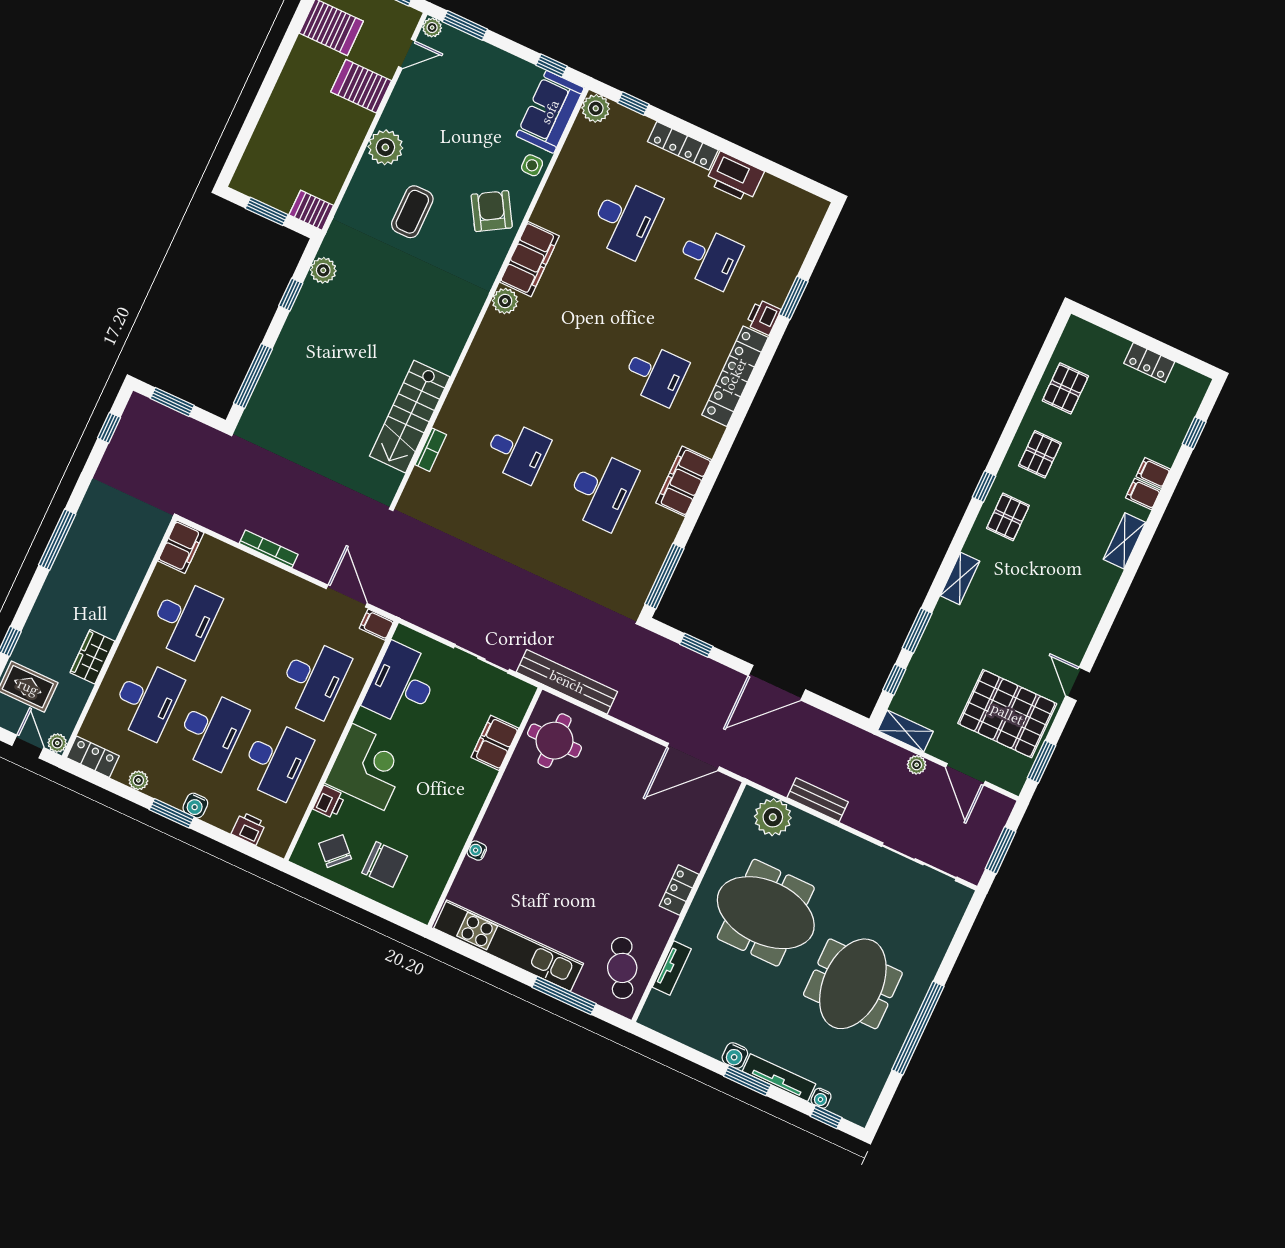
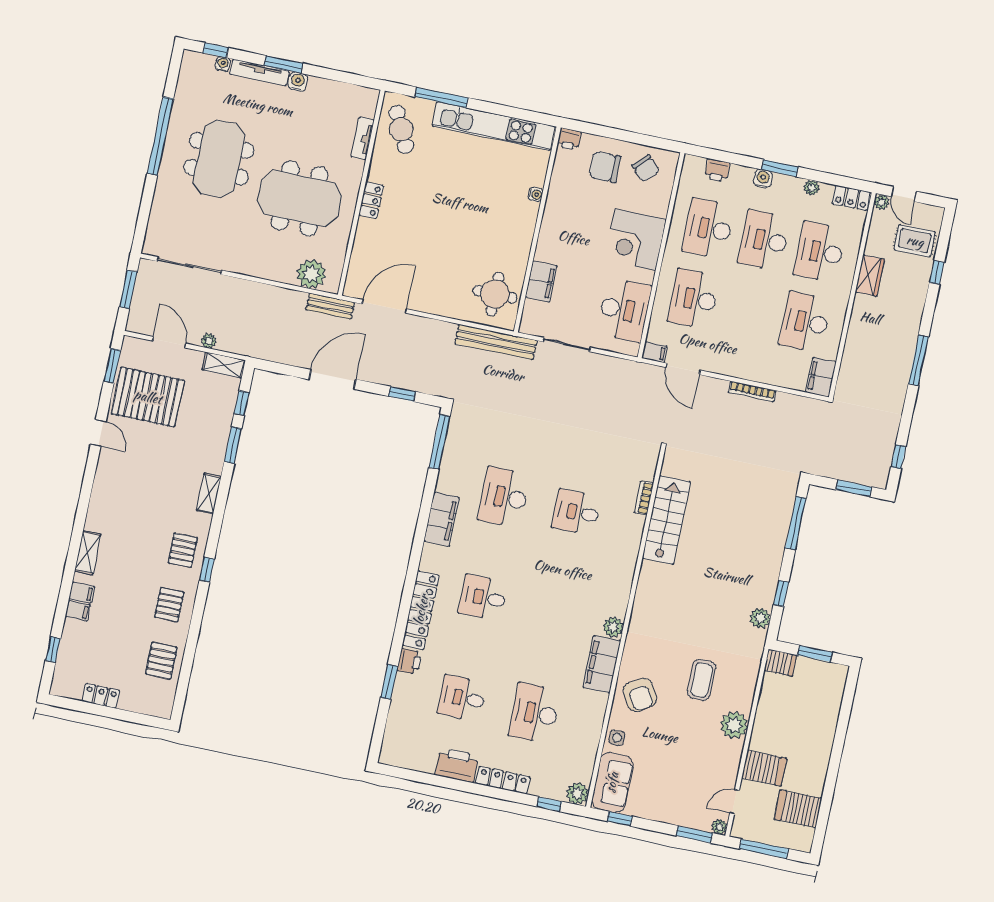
bench: (818, 800) -> (330, 306), moved
printer: (329, 802) -> (569, 139), moved, turned -90

